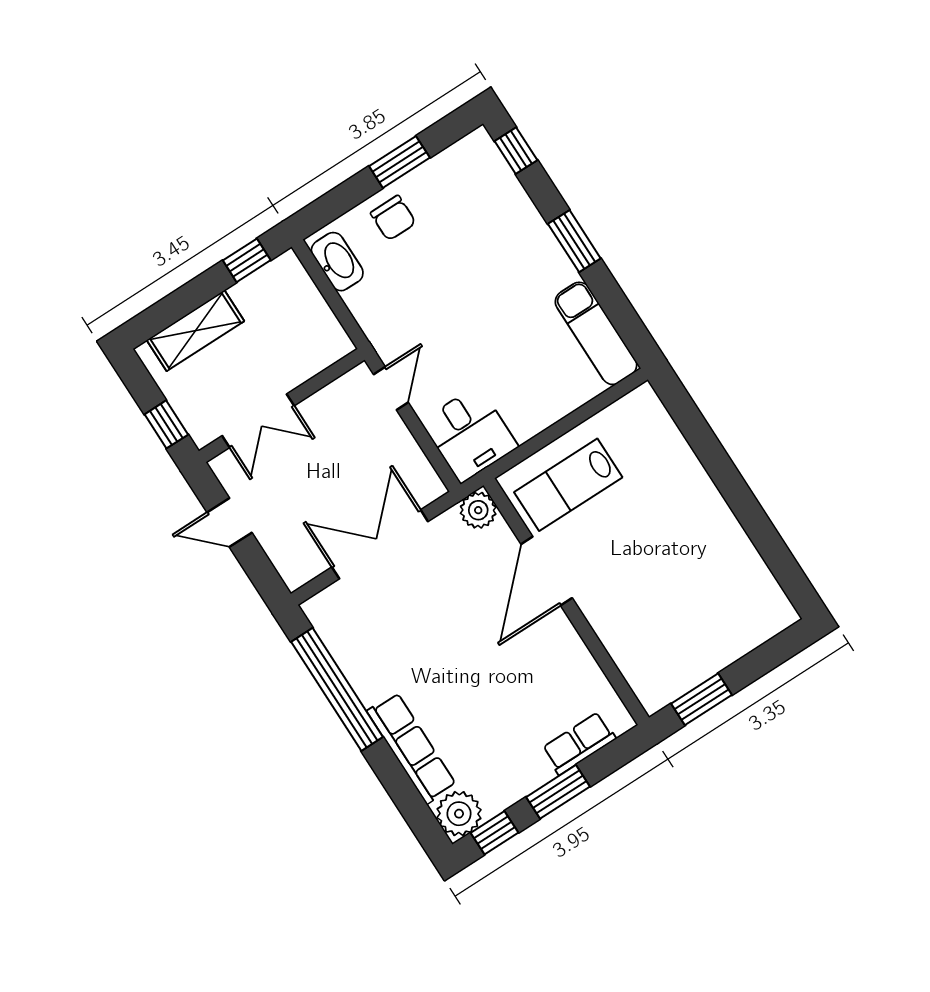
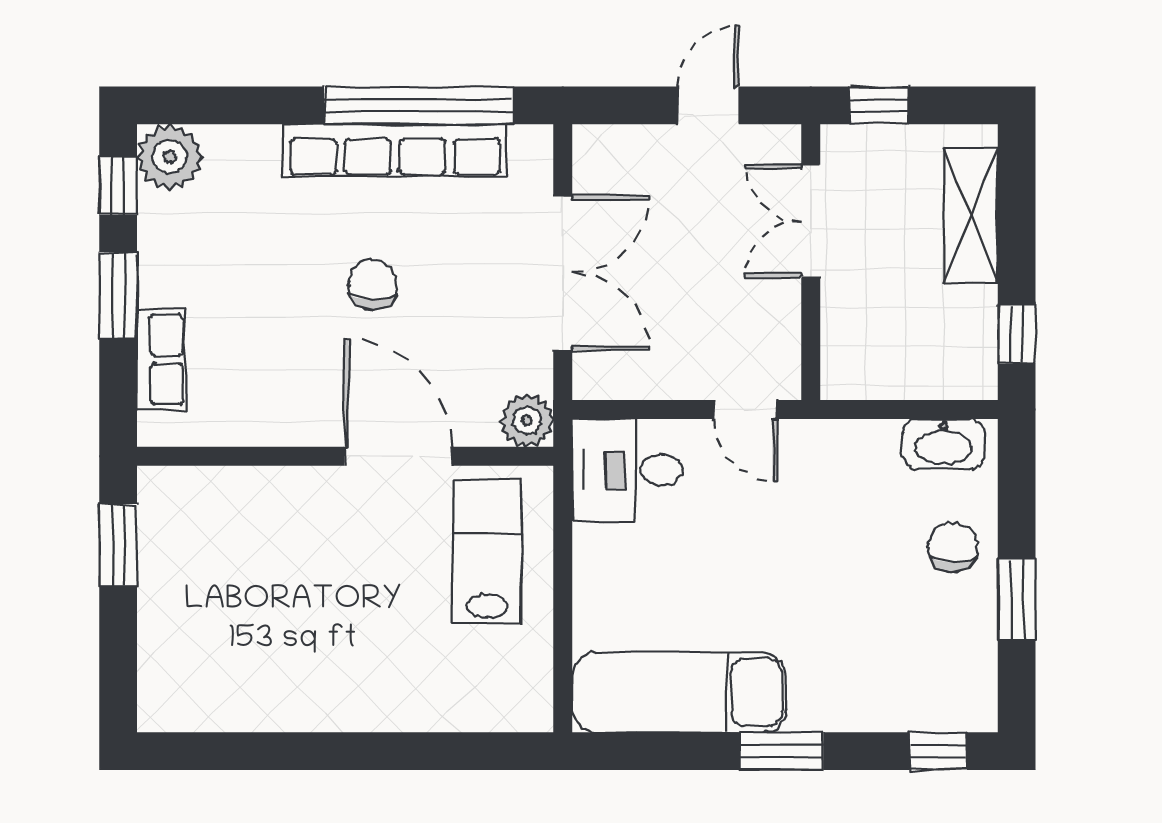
chair: (393, 218) -> (953, 547), turned 90
exam couch: (596, 333) -> (679, 692), width x1.36, depth x1.45
chair: (457, 649) -> (373, 285), added
row of seats: (412, 748) -> (395, 150), moved, width x1.36

